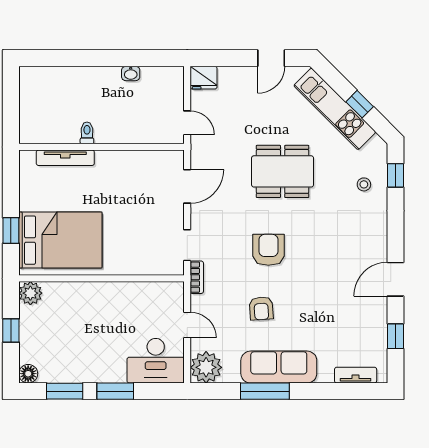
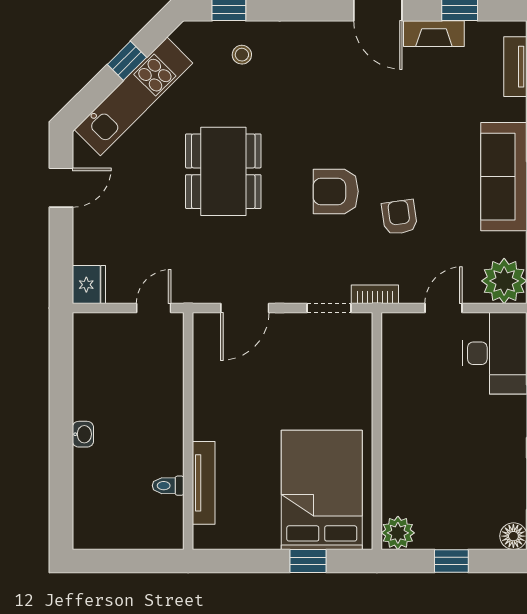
door: (271, 58) -> (61, 188), hinge flipped
washbasin: (131, 73) -> (83, 434), moved
toilet: (87, 133) -> (168, 486), moved
door: (187, 186) -> (245, 308), swing flipped
armchair: (261, 308) -> (399, 217), moved, turned -94
fireplace: (379, 318) -> (434, 34), added

